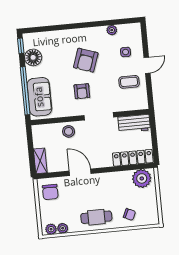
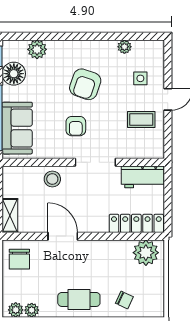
plant: (48, 38) -> (37, 49), added

